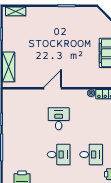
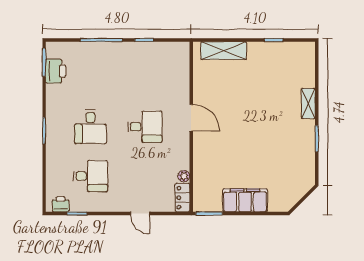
shelving: (16, 11) -> (308, 103), moved
desk: (91, 154) -> (90, 176), turned -90

